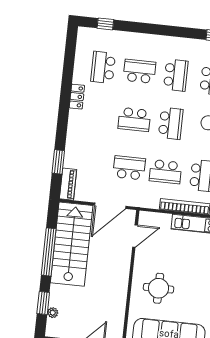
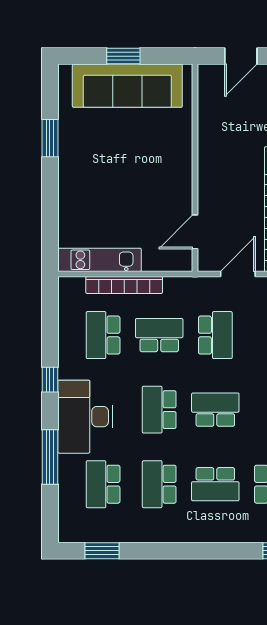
school desk: (129, 168) -> (215, 335), turned -90
door: (110, 206) -> (238, 274), width x0.73
round table: (159, 288) -> (151, 156), removed

